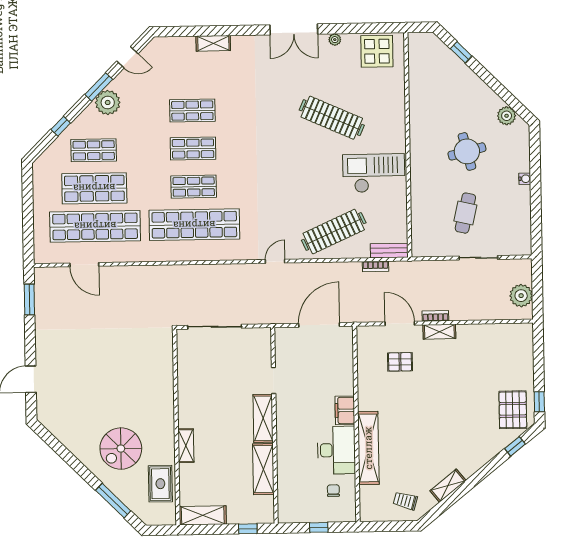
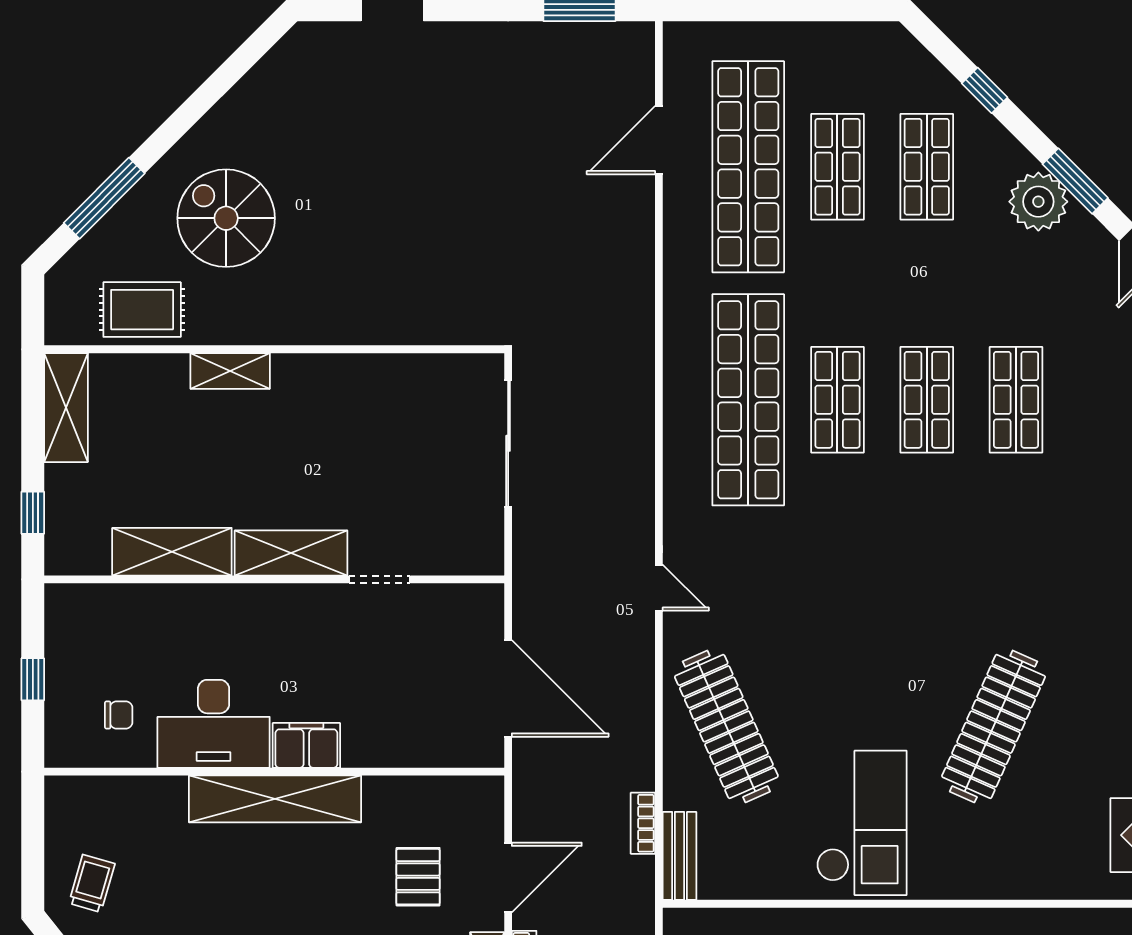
shop shelf: (94, 188) -> (837, 167), width x0.70, depth x0.74
shelving: (368, 448) -> (275, 799), moved

